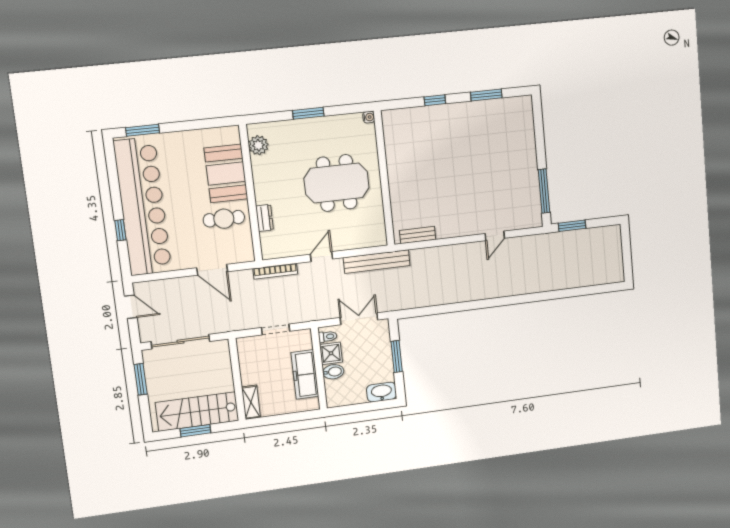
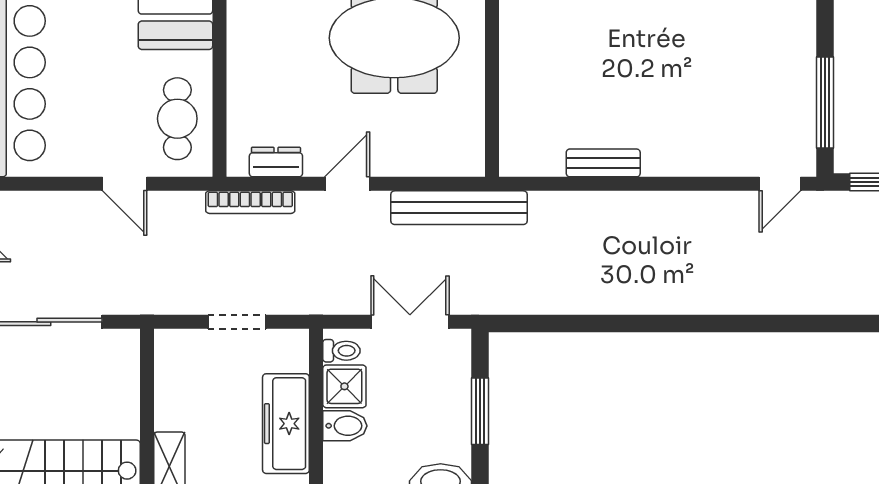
dresser: (265, 218) -> (276, 162), moved, turned -90
cafe table: (224, 219) -> (177, 119), moved, turned 90
bench: (418, 235) -> (603, 163), moved
door: (495, 236) -> (780, 184), moved
door: (212, 270) -> (125, 184), width x0.73

